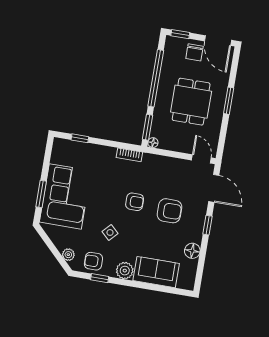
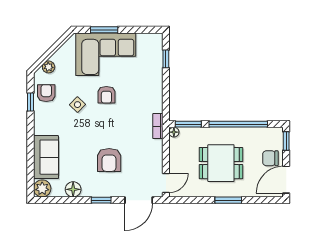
bookcase: (129, 155) -> (158, 126), moved
armchair: (135, 202) -> (106, 95), moved
plant: (125, 271) -> (42, 188), moved

